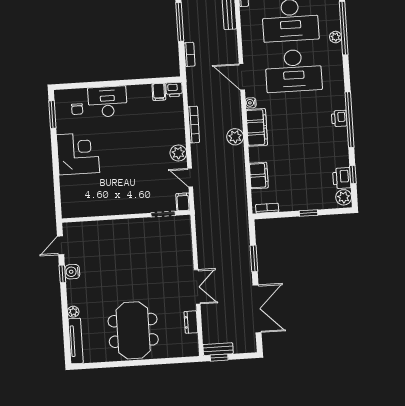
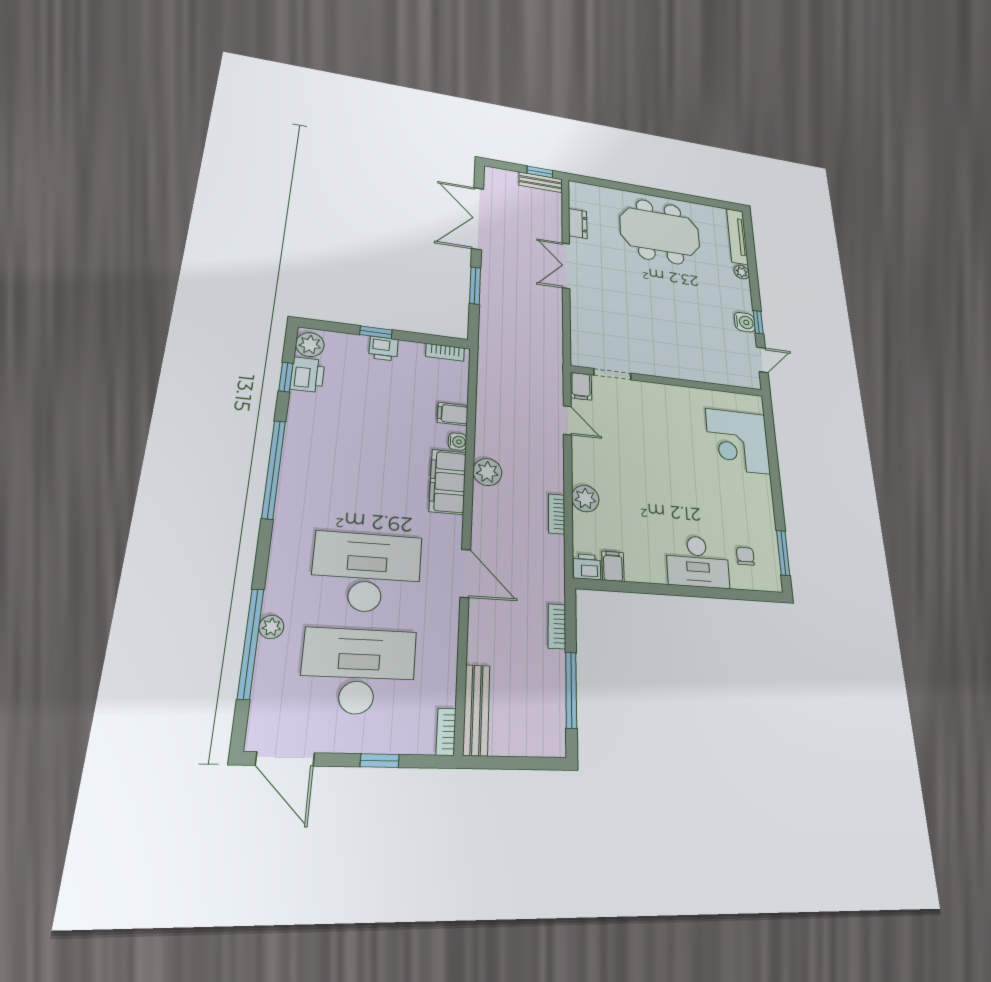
water cooler: (251, 103) -> (458, 442), moved
printer: (339, 118) -> (384, 349), moved, turned 90
bookcase: (194, 125) -> (557, 514), width x0.64
plant: (178, 153) -> (585, 499), moved
corner desk: (78, 154) -> (738, 441), moved
filing cabinet: (259, 176) -> (453, 414), width x0.50
meeting table: (133, 330) -> (660, 232), turned 90

